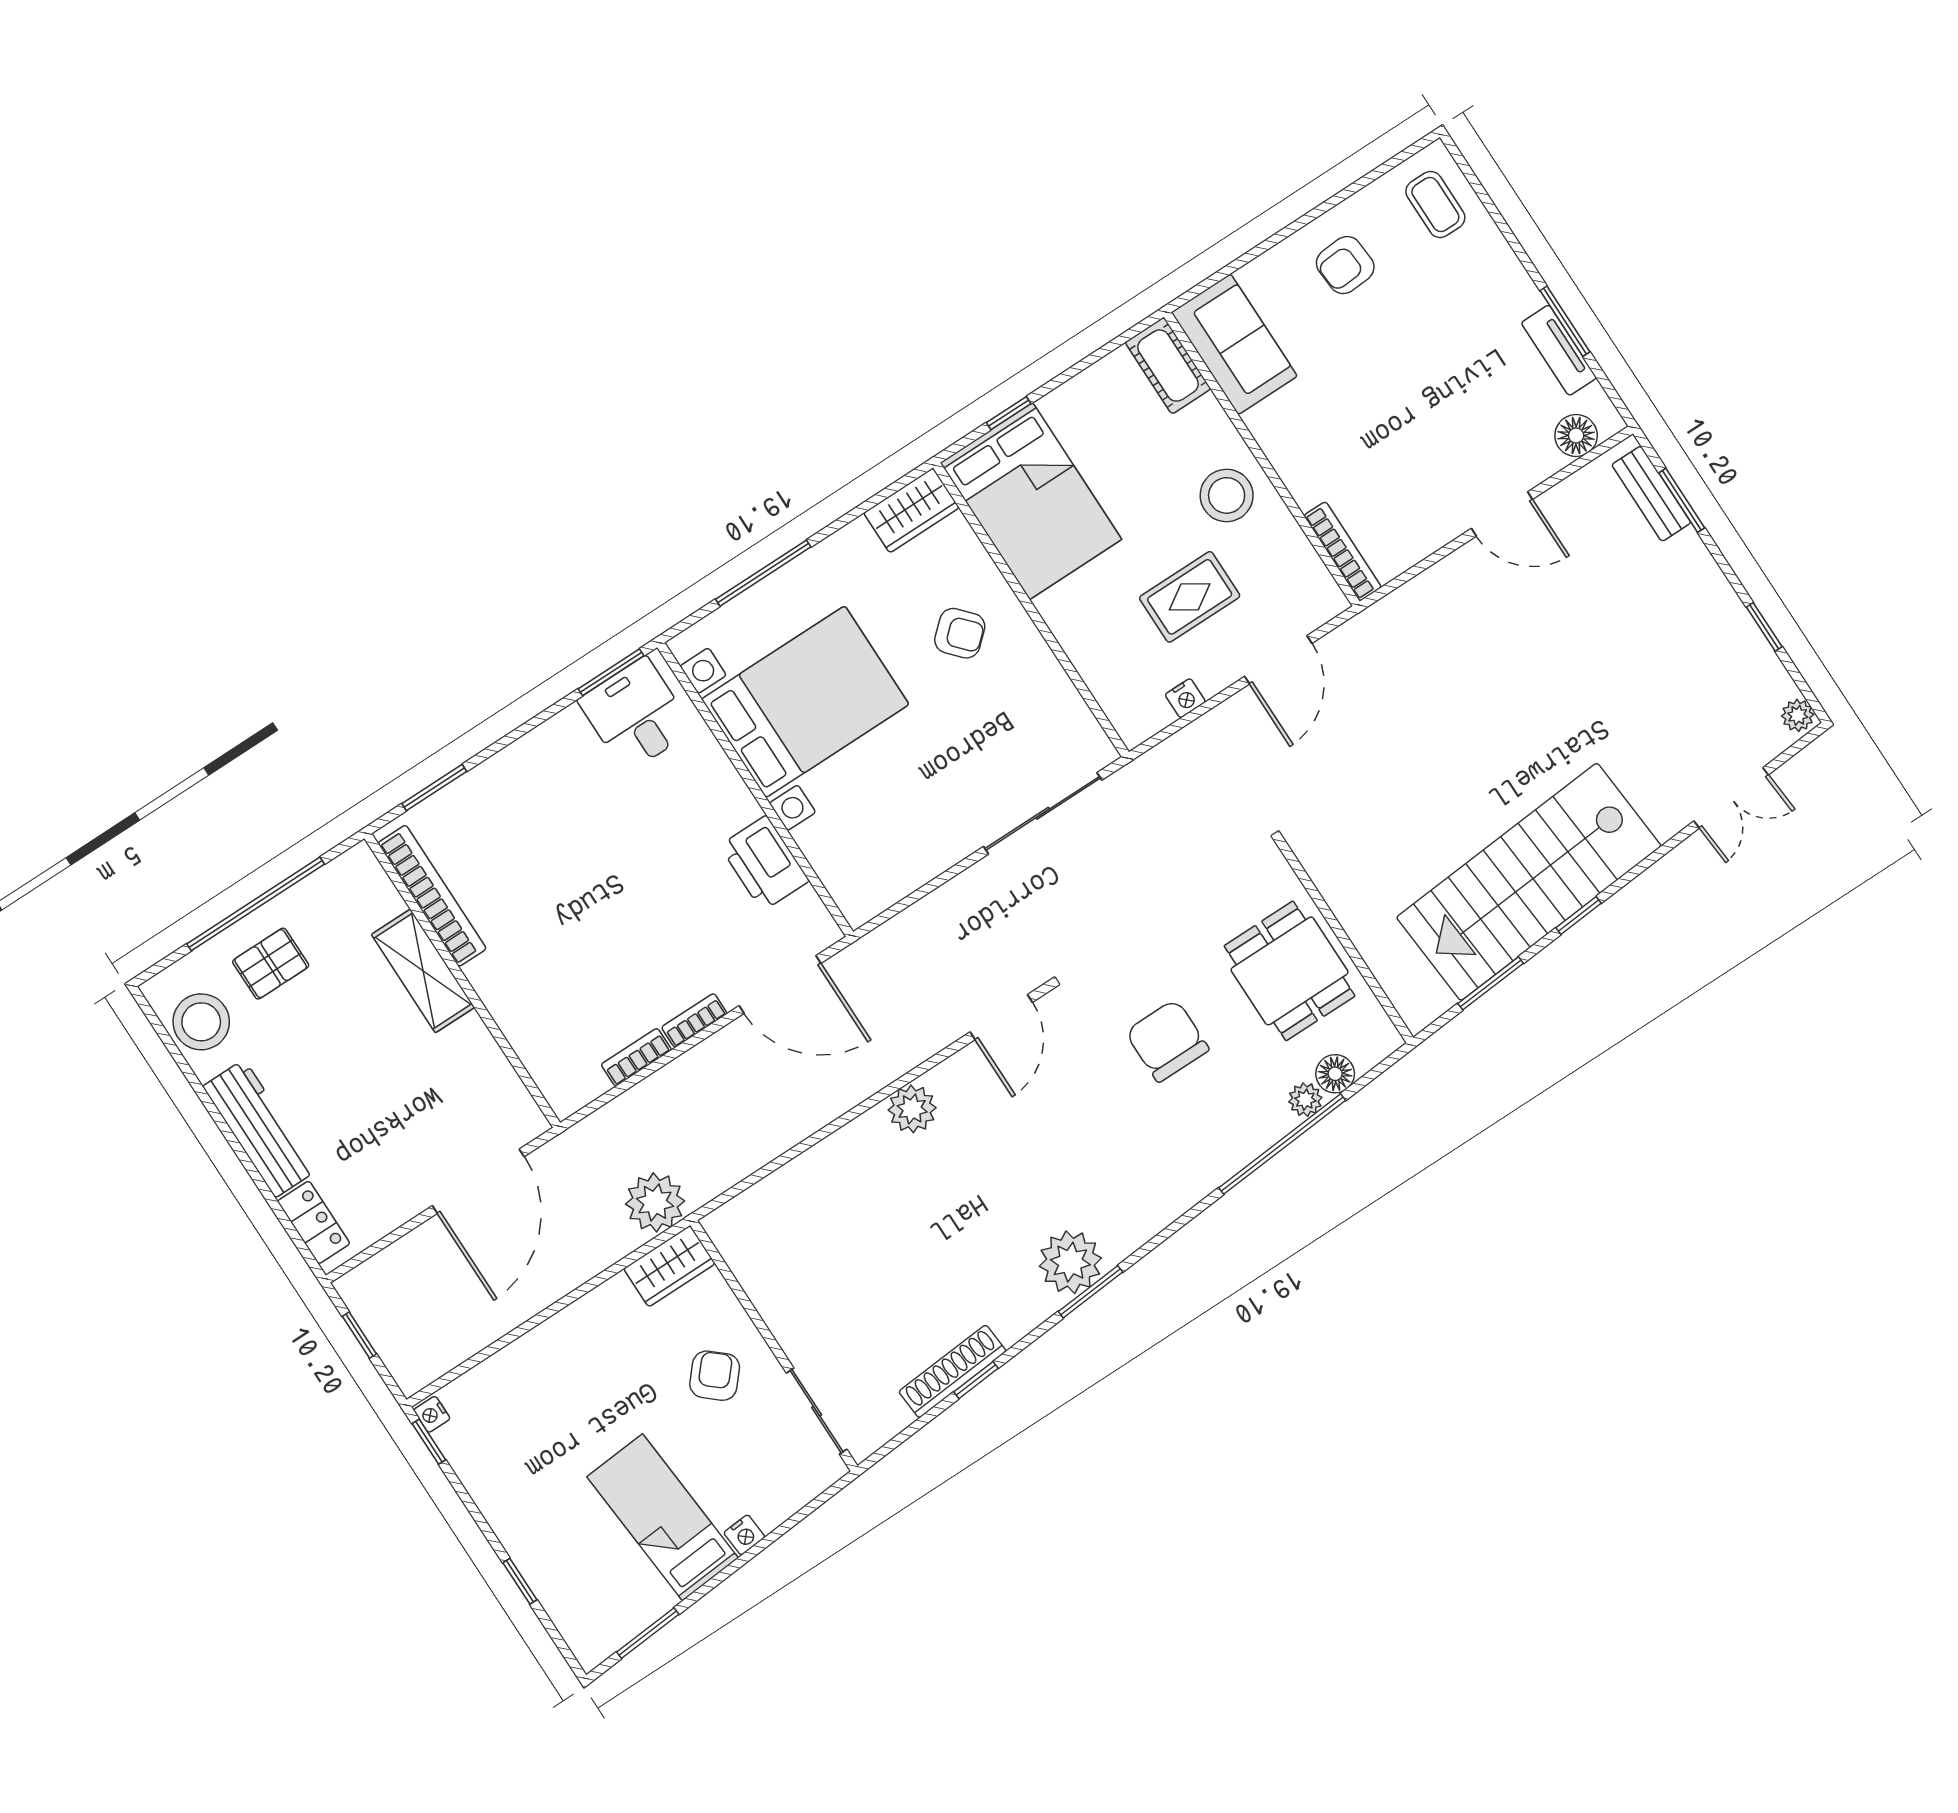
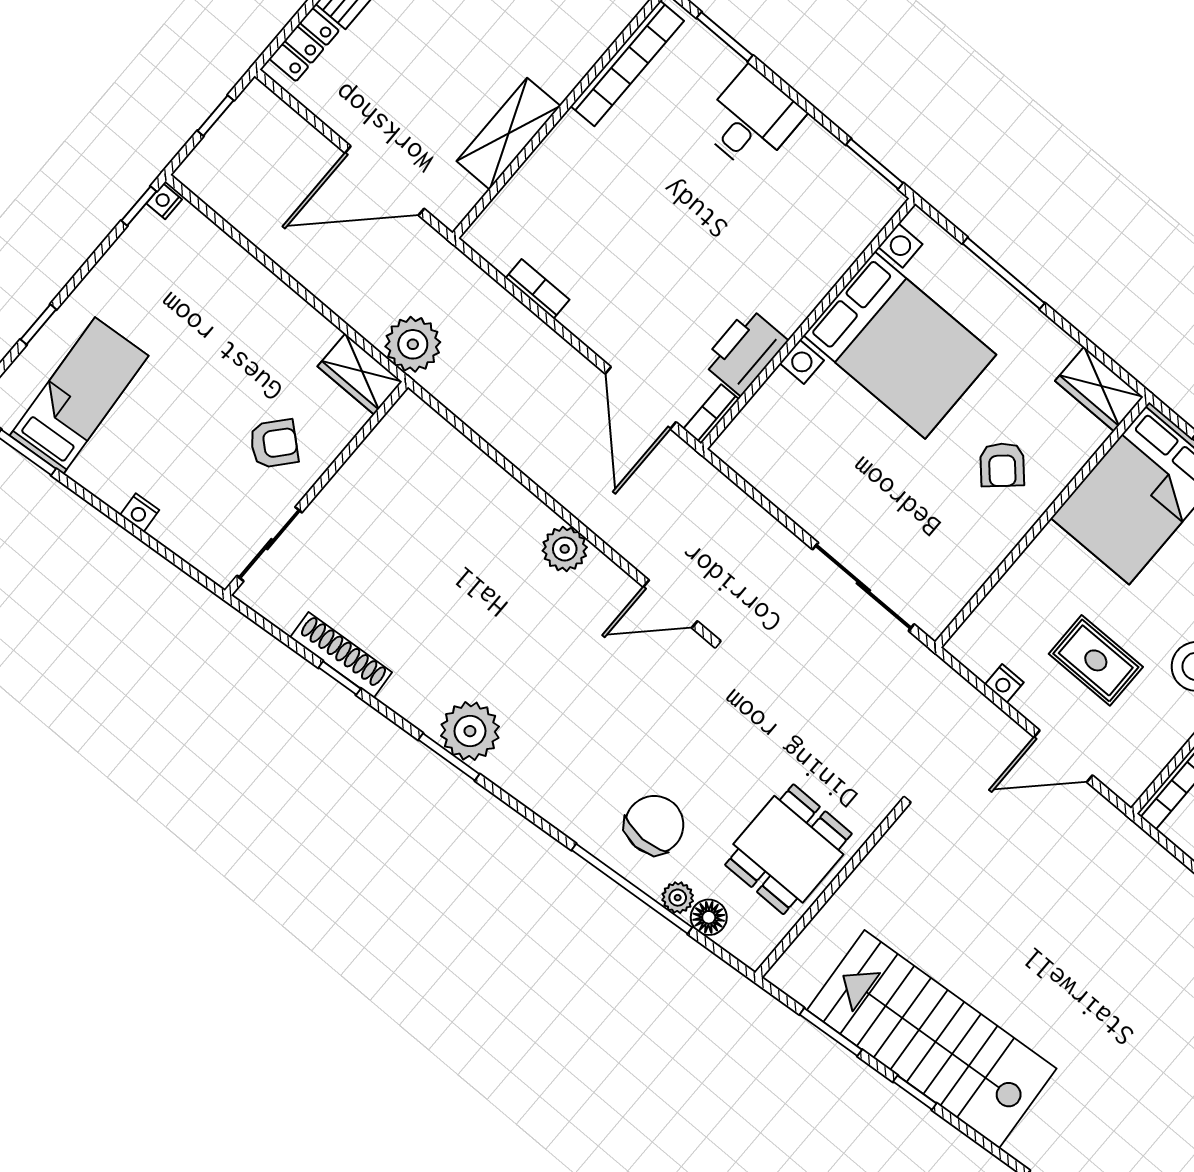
desk: (636, 715) -> (751, 120), moved
shelving: (423, 971) -> (508, 134), moved
bookcase: (694, 1020) -> (711, 414), moved, turned -90
chair: (1167, 1041) -> (654, 825), moved
bed: (663, 1517) -> (79, 396), moved

